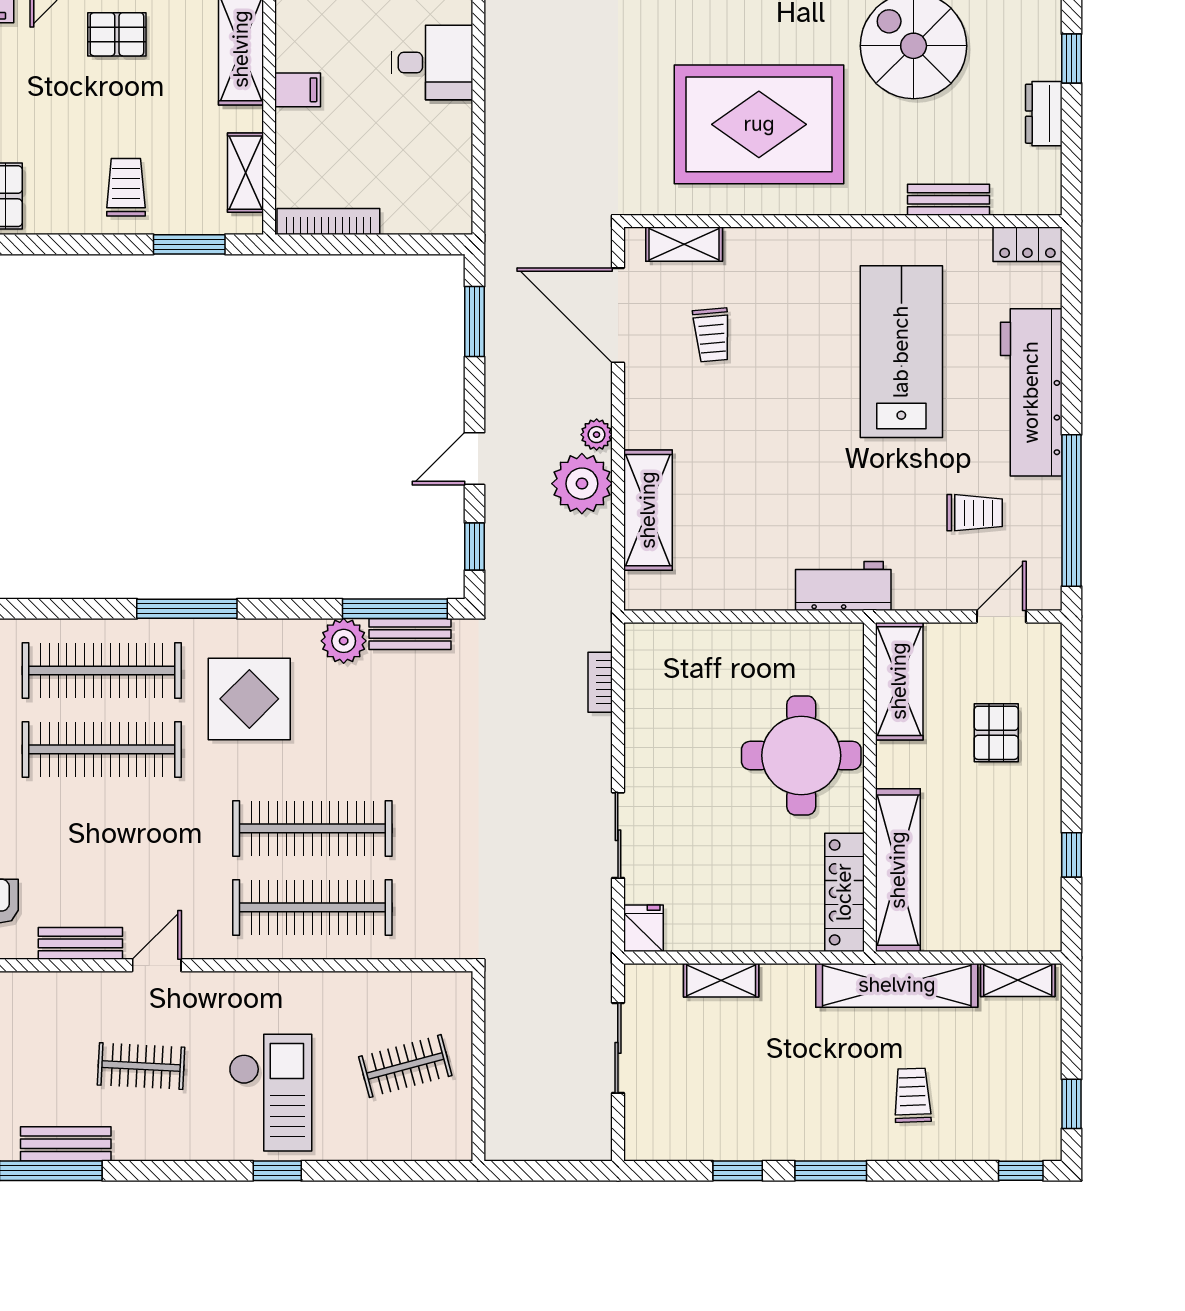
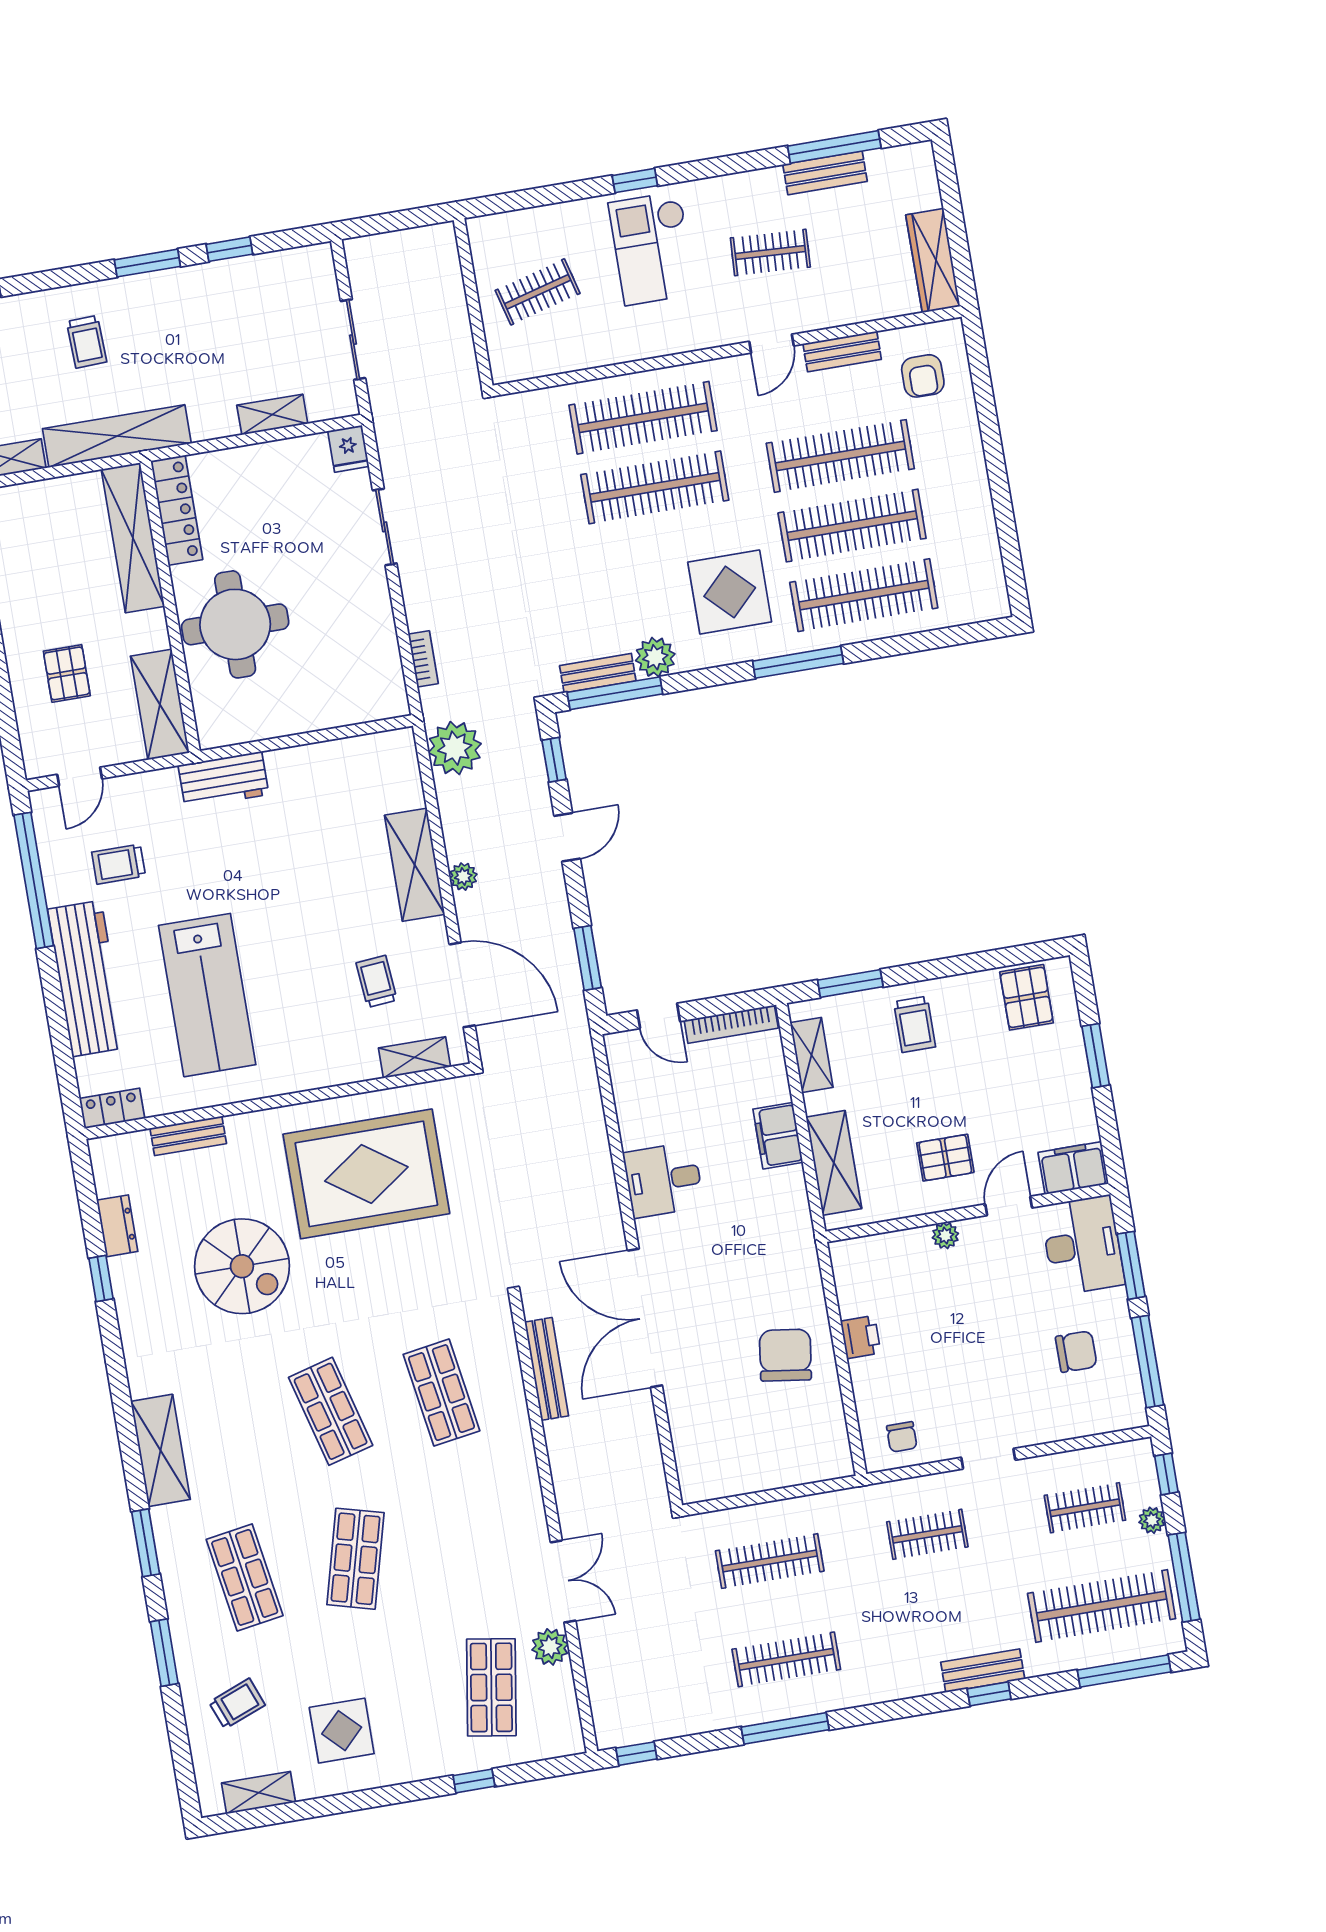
filing cabinet: (298, 90) -> (778, 1136), width x2.00
door: (407, 244) -> (659, 1016), added
plant: (582, 484) -> (455, 748), moved
shelving: (648, 510) -> (415, 865), moved
clothes rail: (102, 828) -> (840, 456), added

